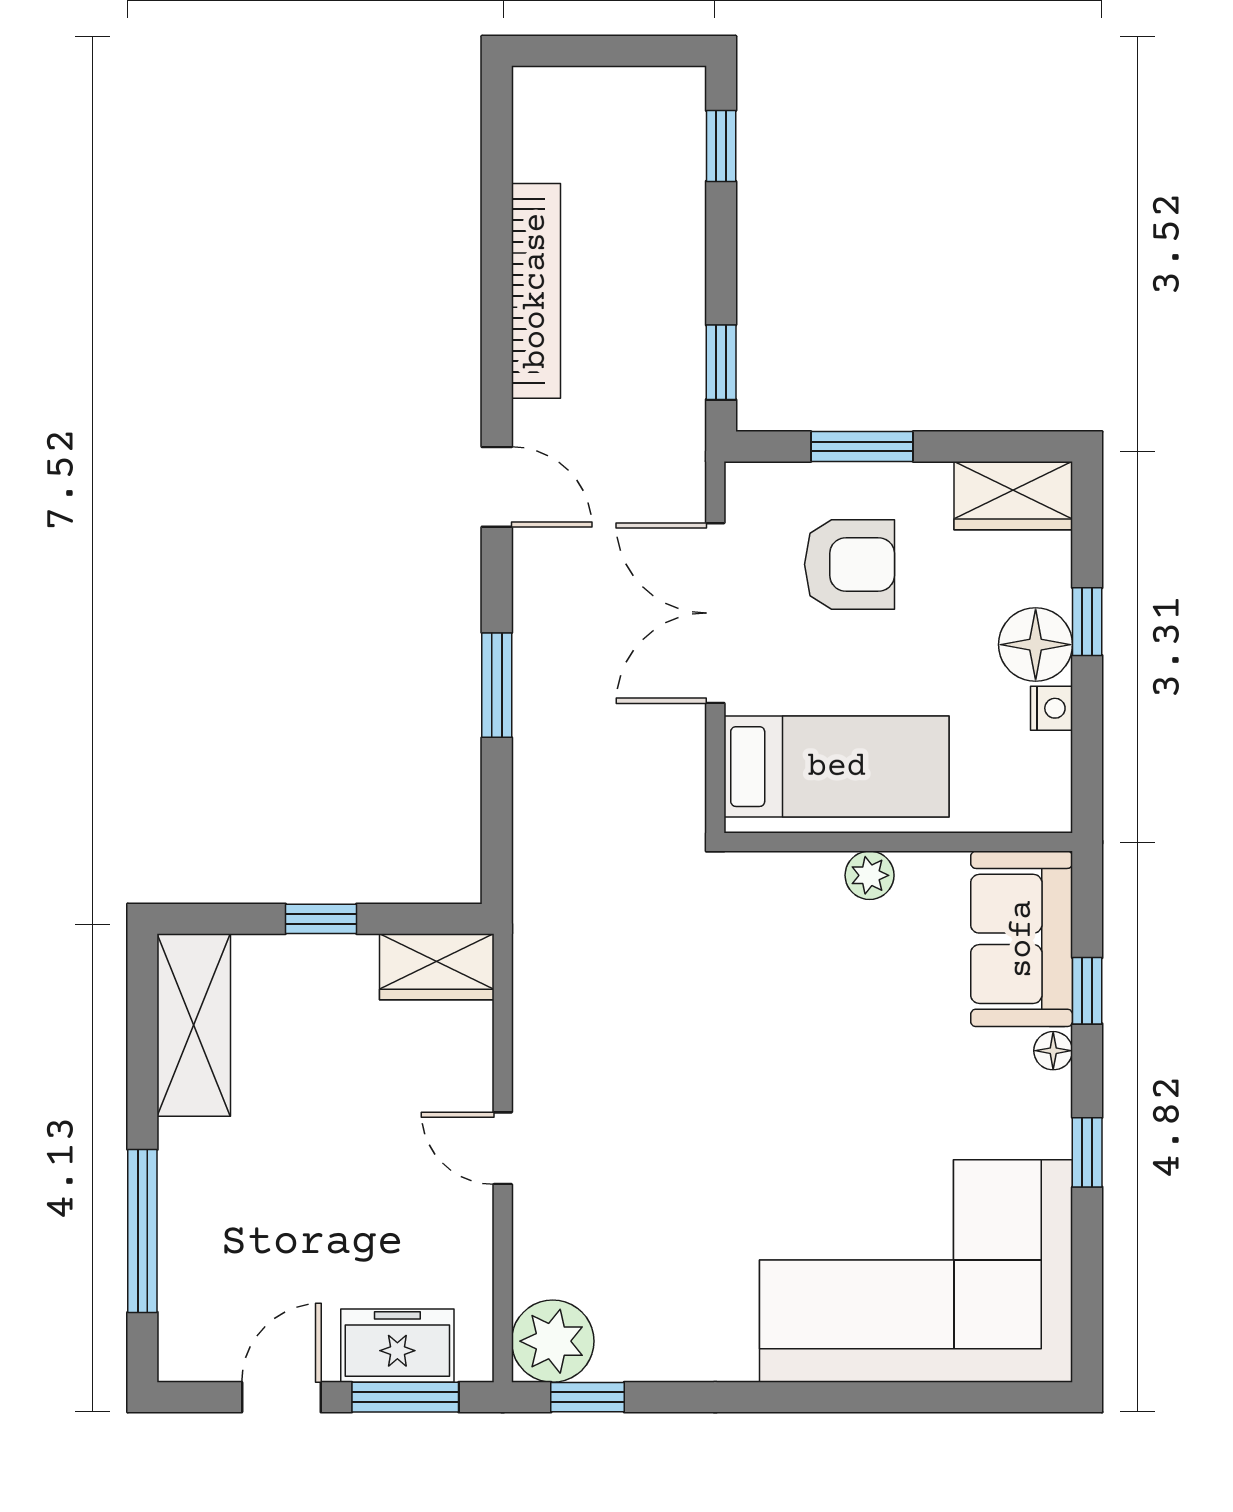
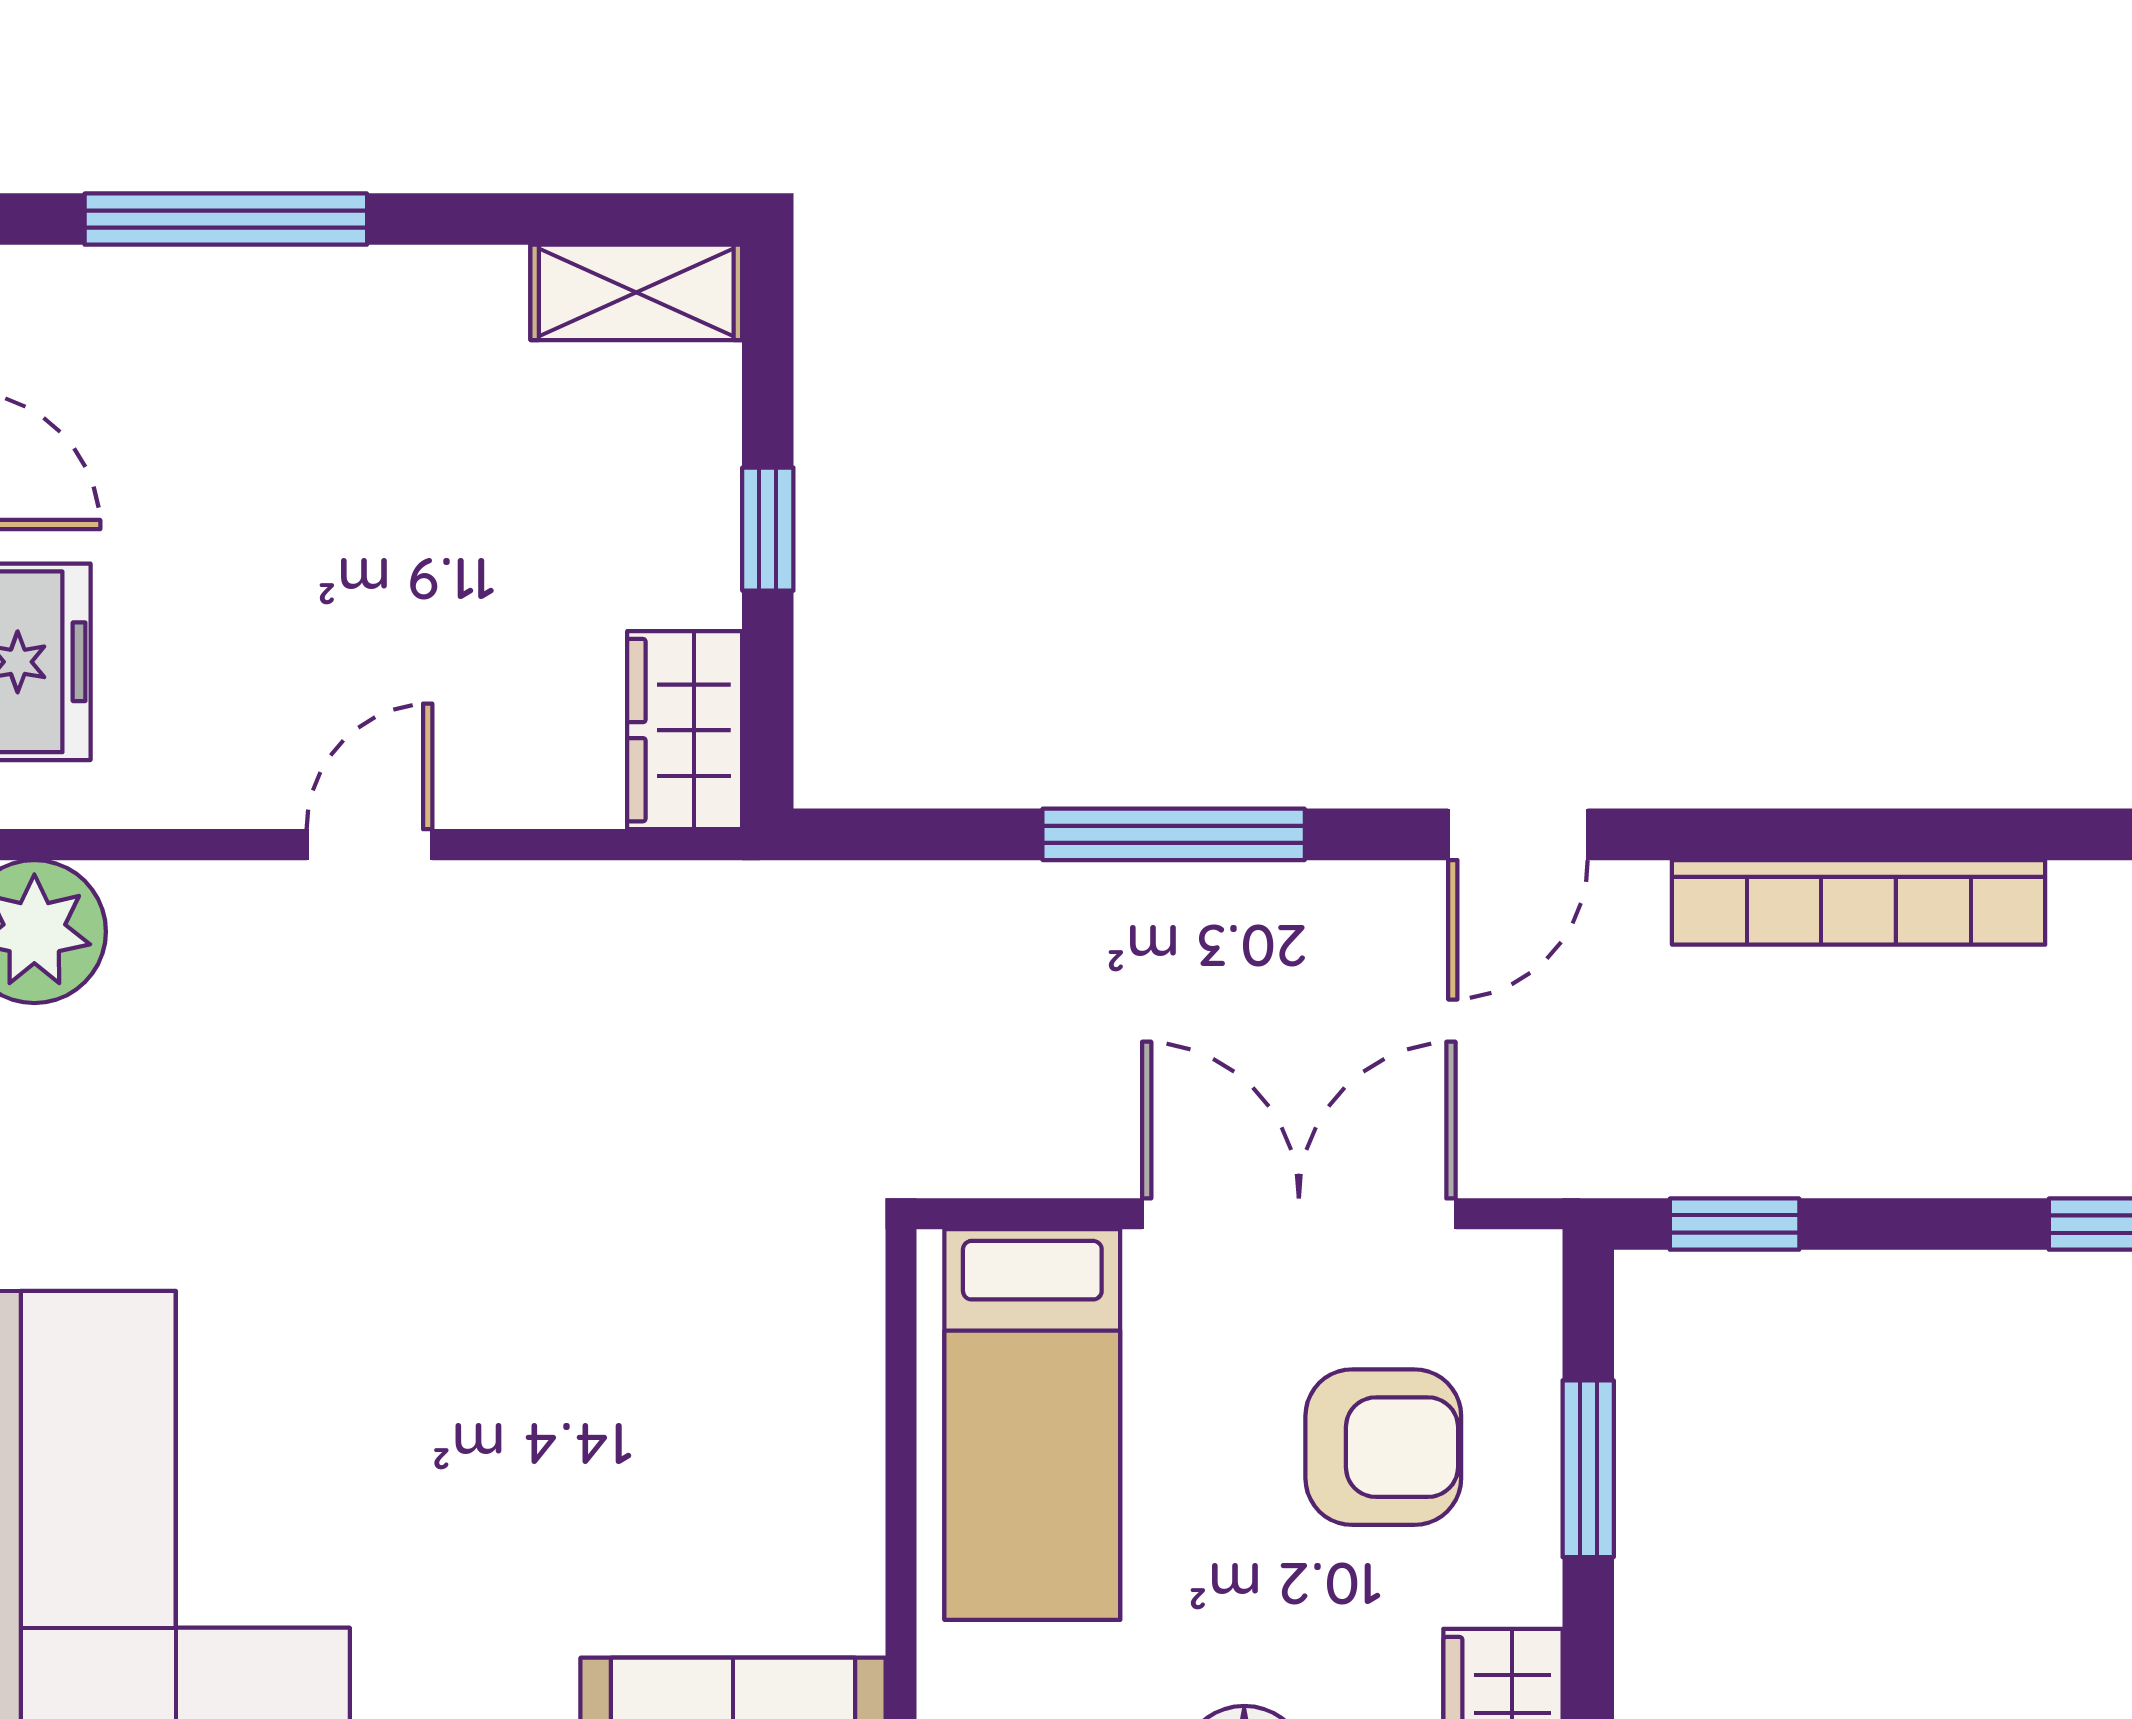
armchair: (850, 564) -> (1383, 1447), turned -90
window: (497, 685) -> (1174, 834), width x1.44
plant: (870, 875) -> (844, 1482), removed
shelving: (194, 1025) -> (636, 292), width x0.67, depth x0.75

